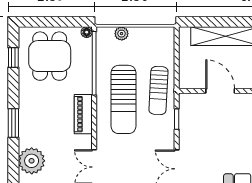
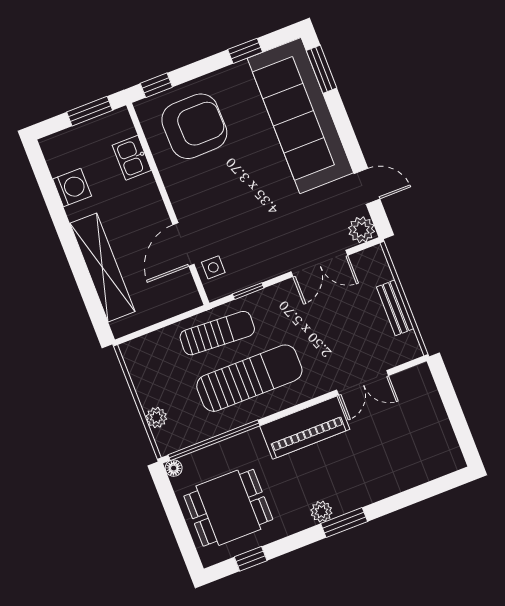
side table: (199, 104) -> (213, 267), added
piano: (83, 114) -> (305, 428), width x1.37, depth x1.33
plant: (32, 161) -> (321, 512), moved, width x0.53, depth x0.53

